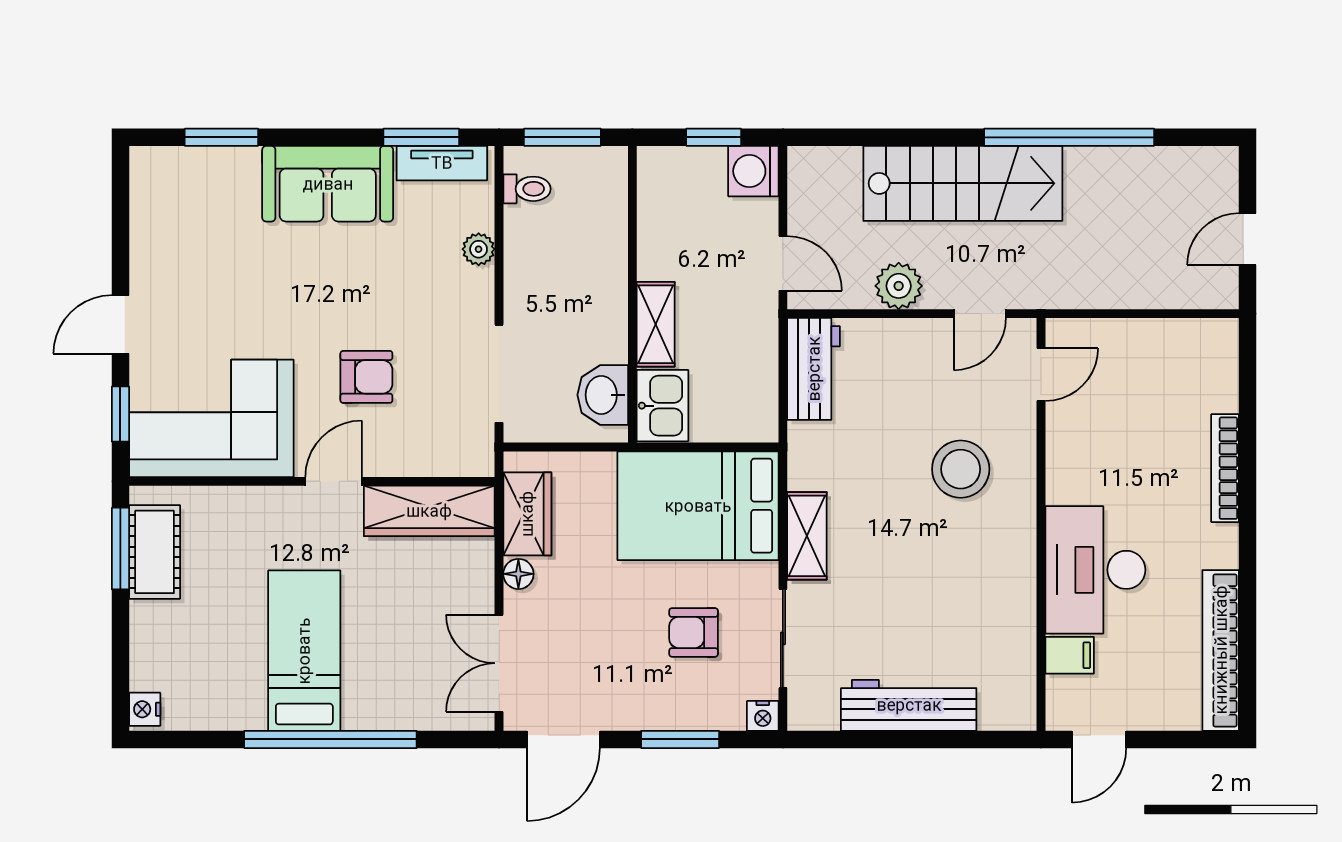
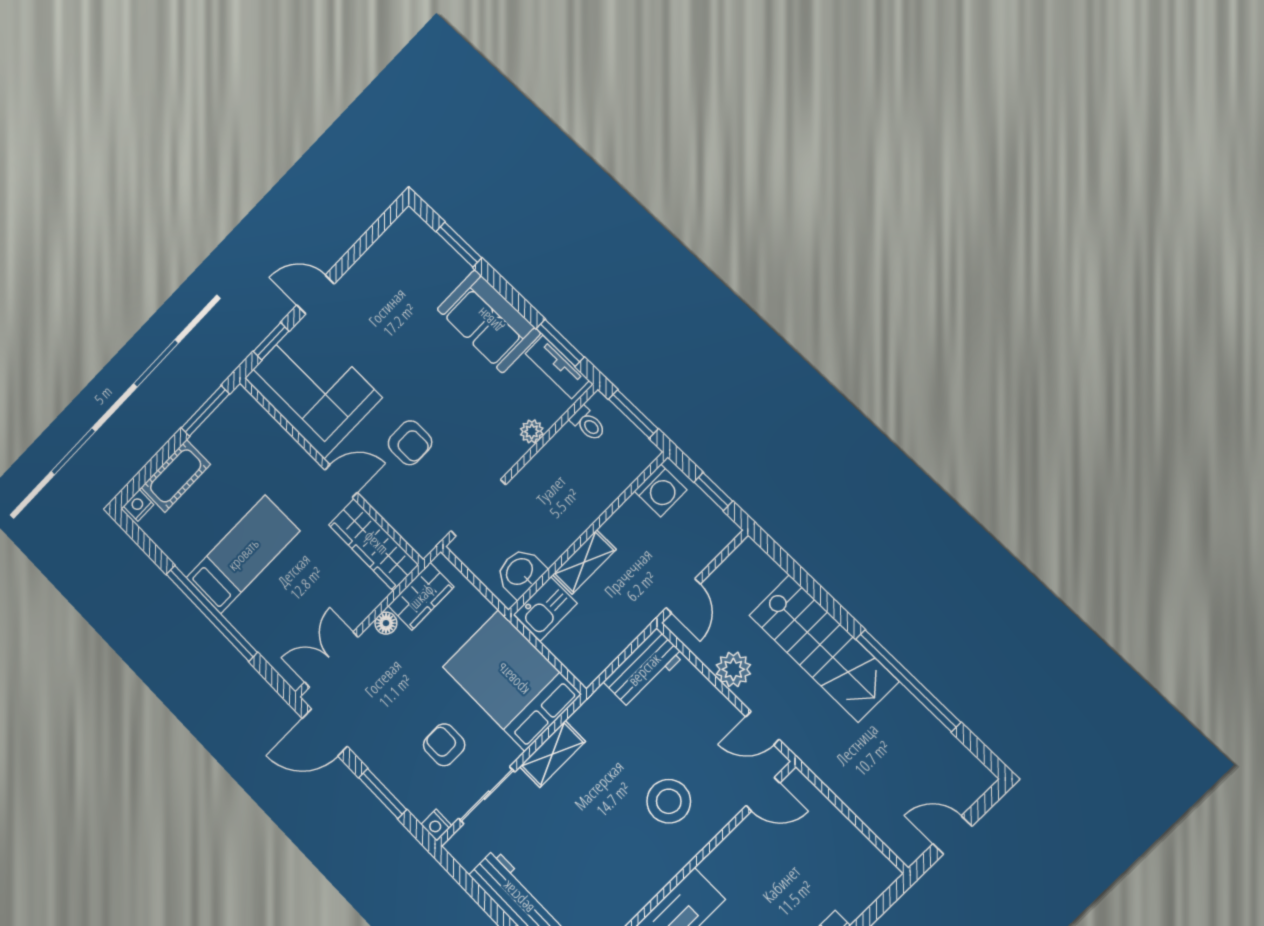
washing machine: (753, 171) -> (661, 491), moved, turned 180
cot: (155, 552) -> (176, 476), moved

